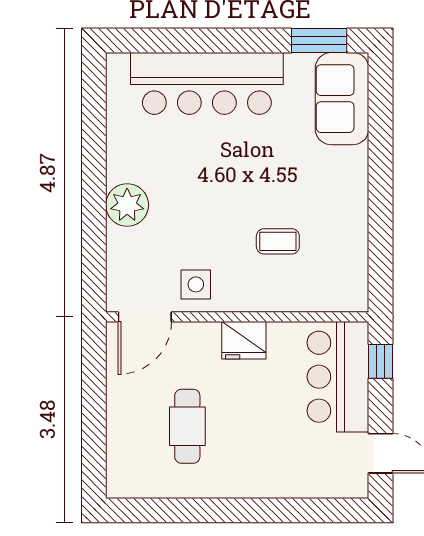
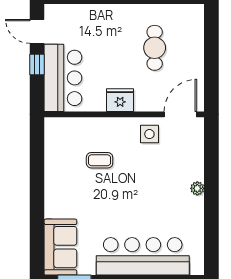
plant: (127, 205) -> (197, 188), width x0.53, depth x0.53
window: (381, 361) -> (37, 65), moved

